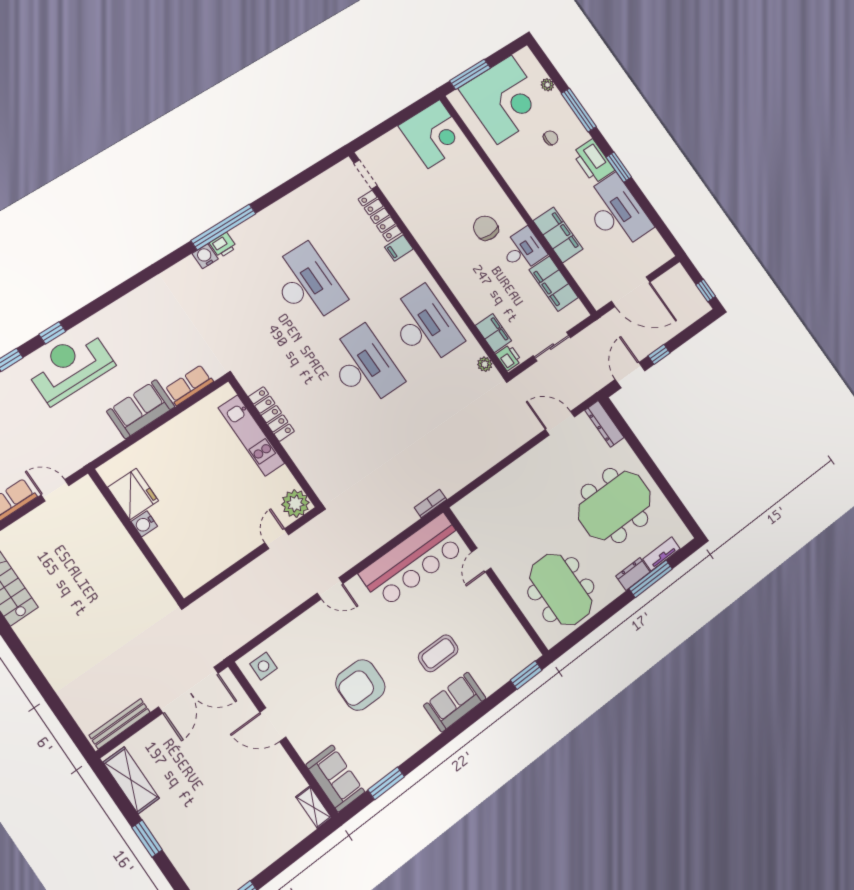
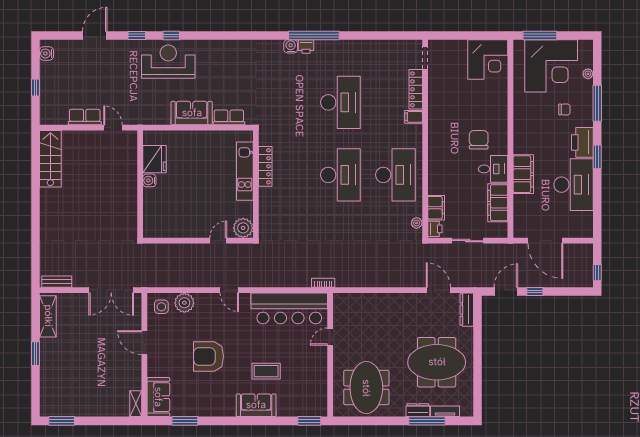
plant: (288, 641) -> (184, 303), added
bench: (120, 724) -> (57, 282), width x0.73

